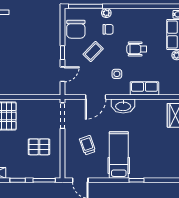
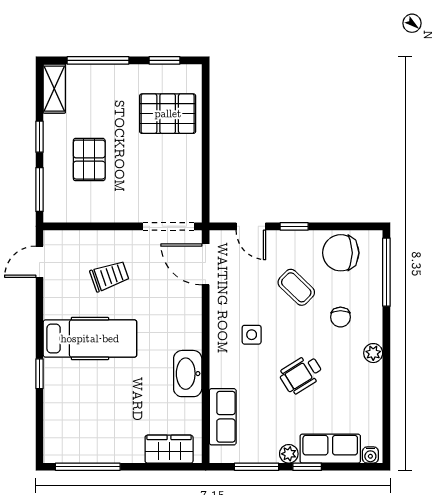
plant: (106, 13) -> (373, 353), moved
wheelchair: (137, 49) -> (301, 374), turned -122
row of seats: (144, 88) -> (223, 417), moved
door: (96, 97) -> (206, 264), moved
washbasin: (123, 106) -> (188, 374), moved
pallet: (39, 147) -> (89, 160), moved

